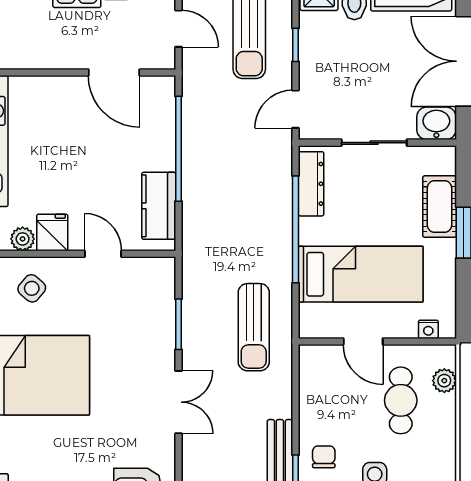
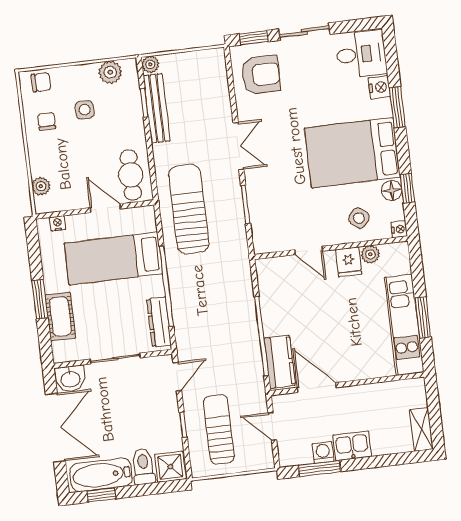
kitchen counter: (159, 206) -> (280, 362), moved
sun lounger: (254, 327) -> (189, 209), width x1.36, depth x1.34
cafe table: (401, 400) -> (131, 175), moved
double door: (179, 402) -> (238, 146), swing flipped
chair: (324, 457) -> (46, 121), moved, turned 180

